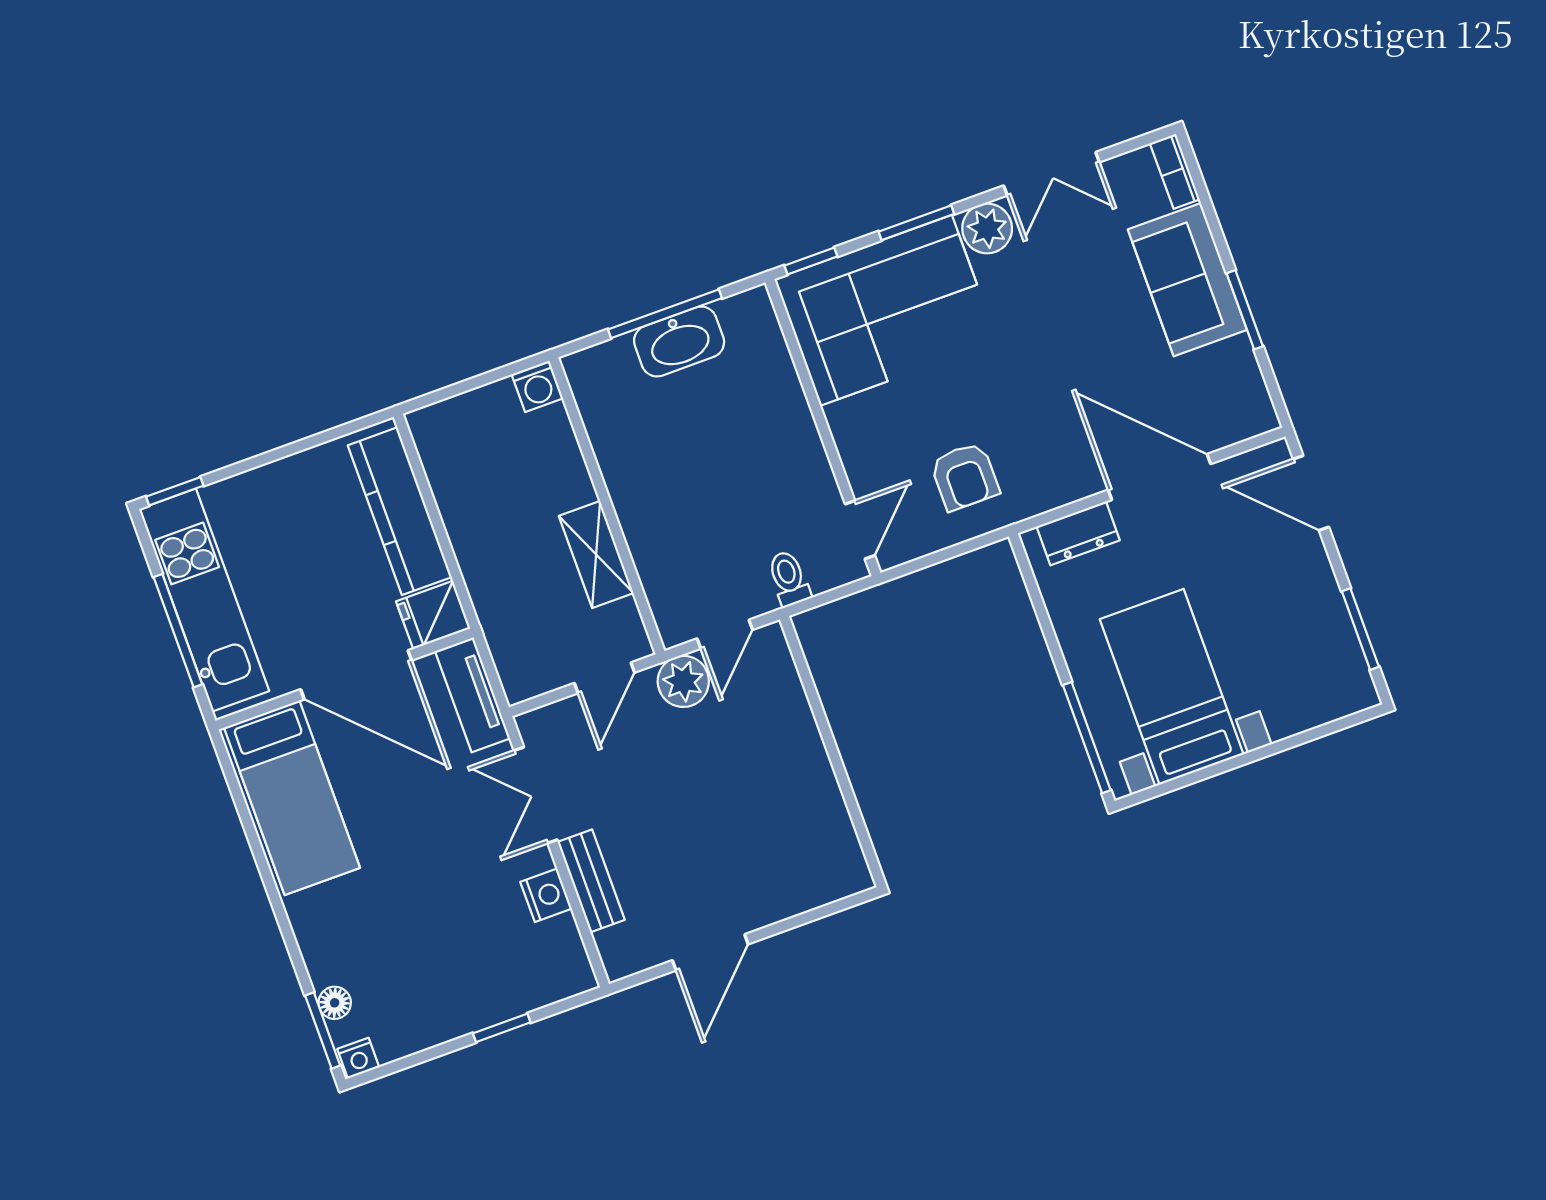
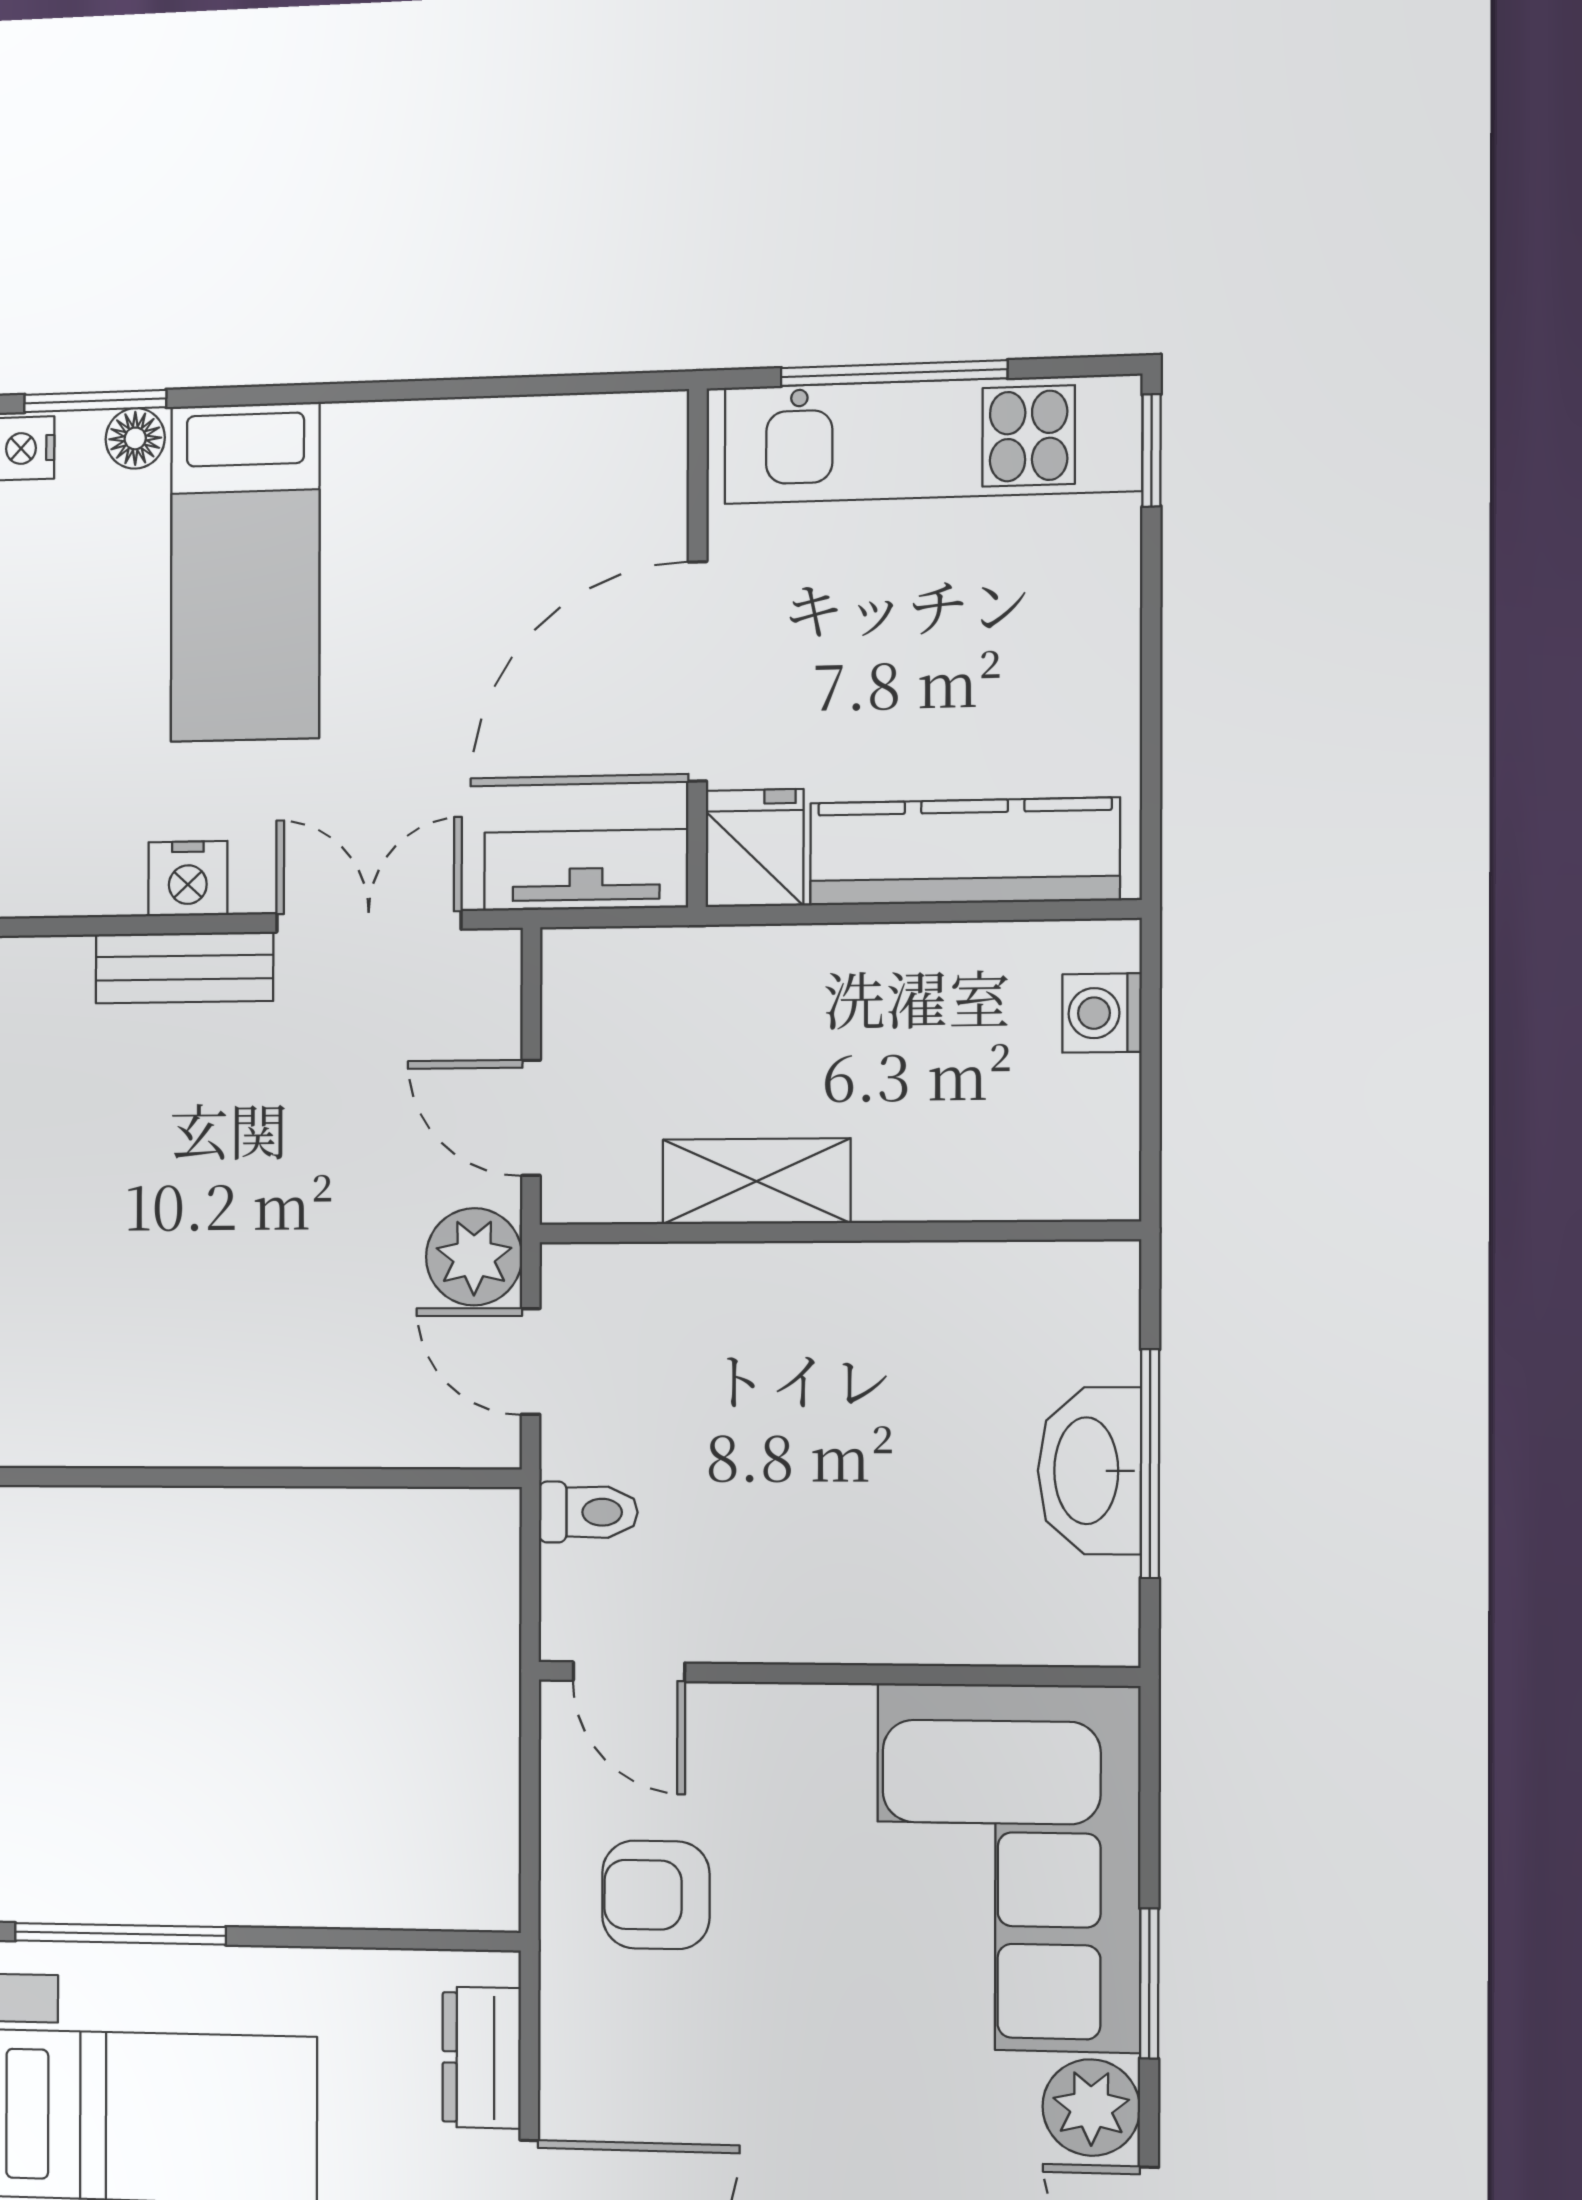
window: (811, 261) -> (1150, 1765), removed
washing machine: (537, 386) -> (1102, 1013), moved
bed: (292, 798) -> (245, 572), moved, turned -90

